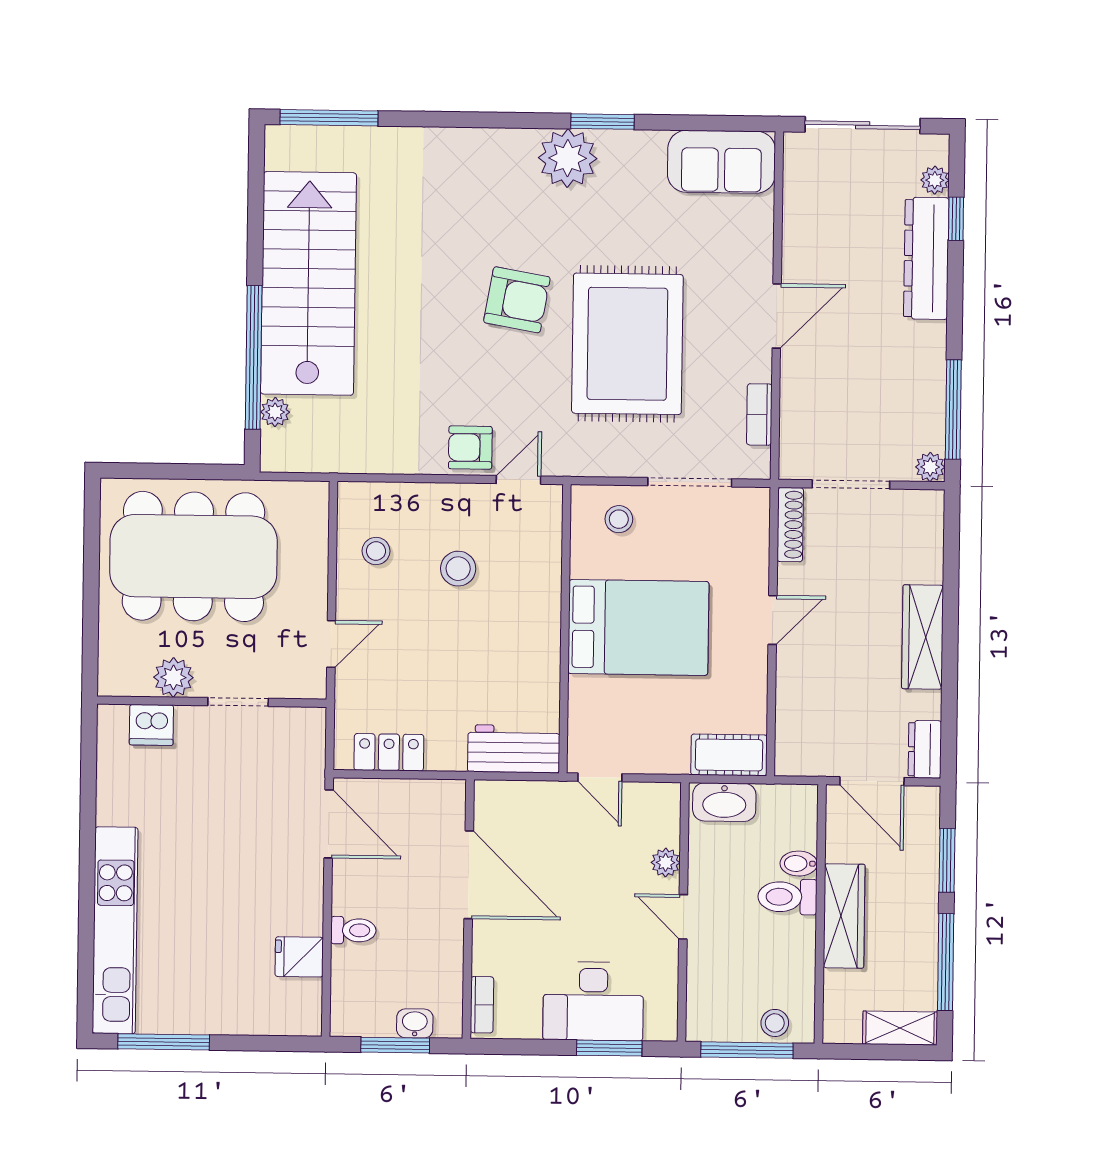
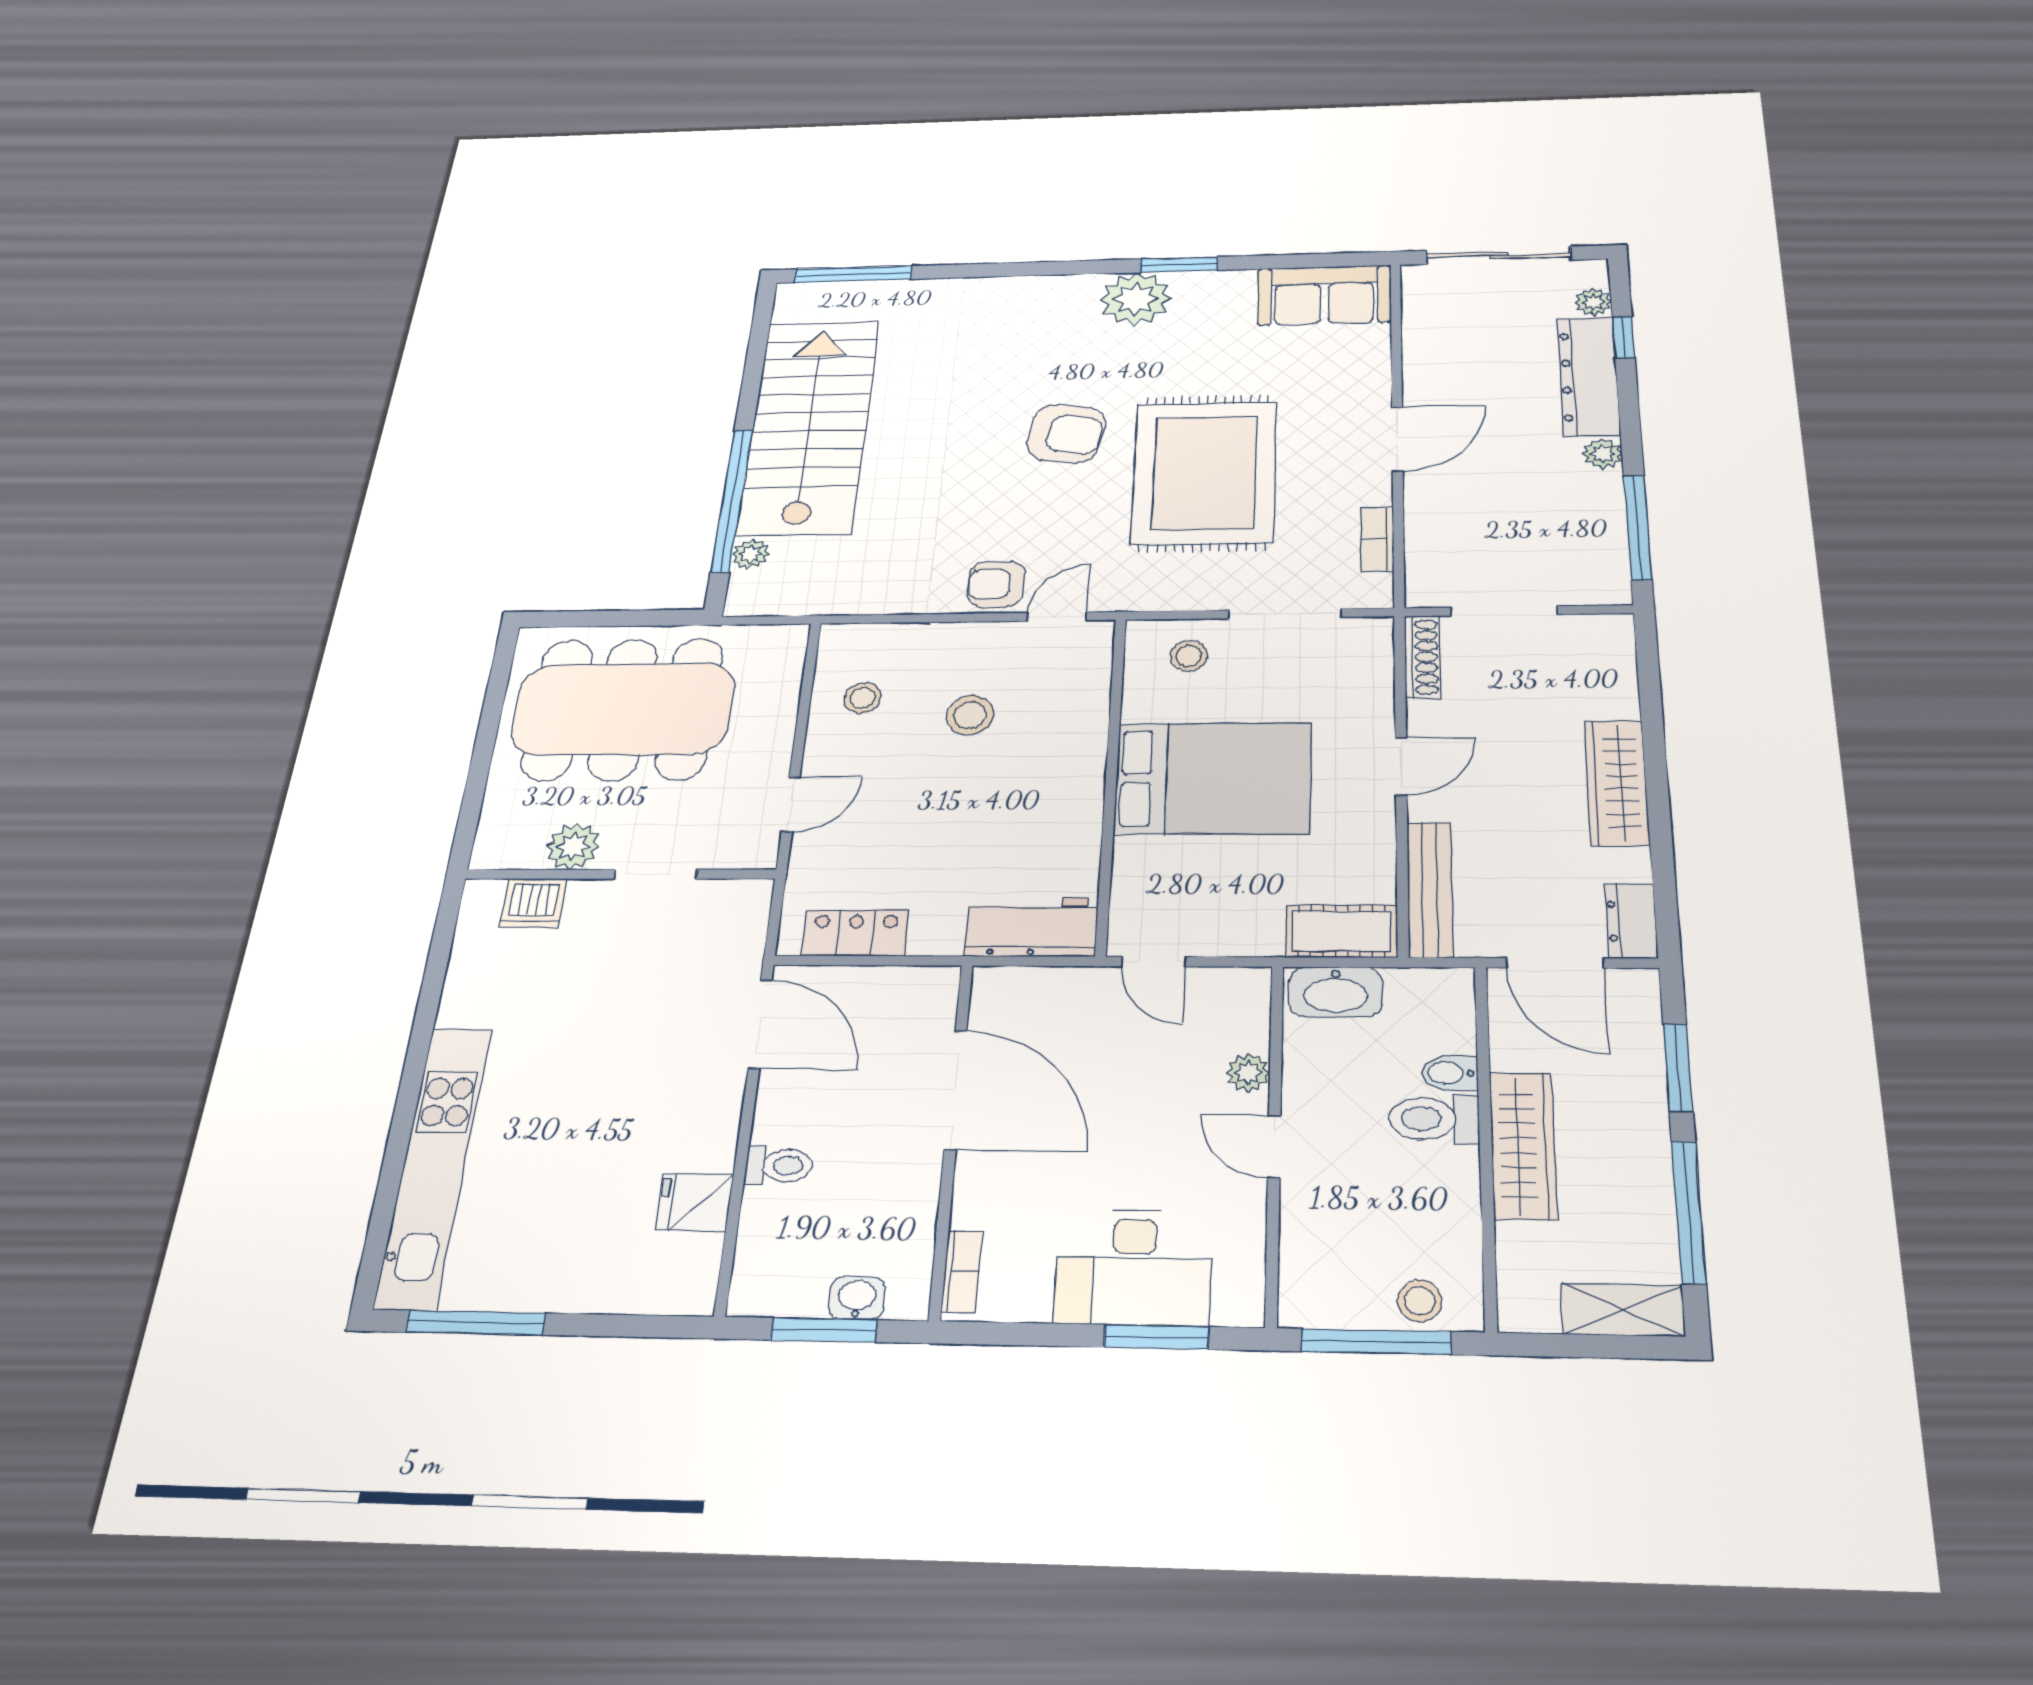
plant: (930, 467) -> (1602, 454), moved
bench: (790, 722) -> (1430, 889), added

